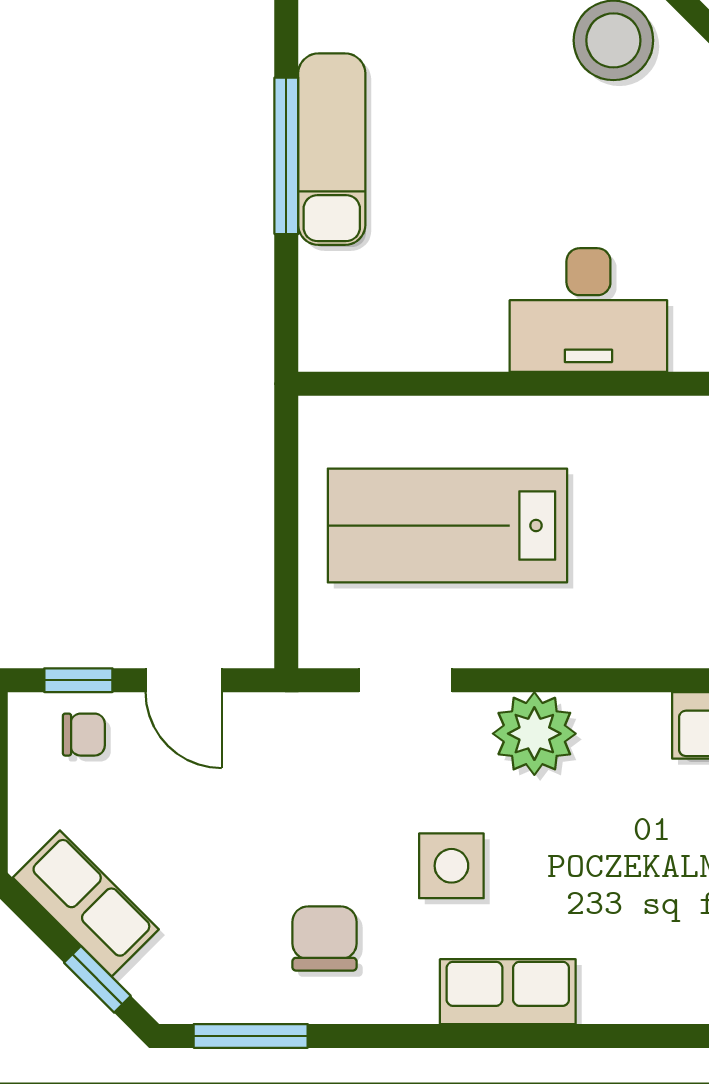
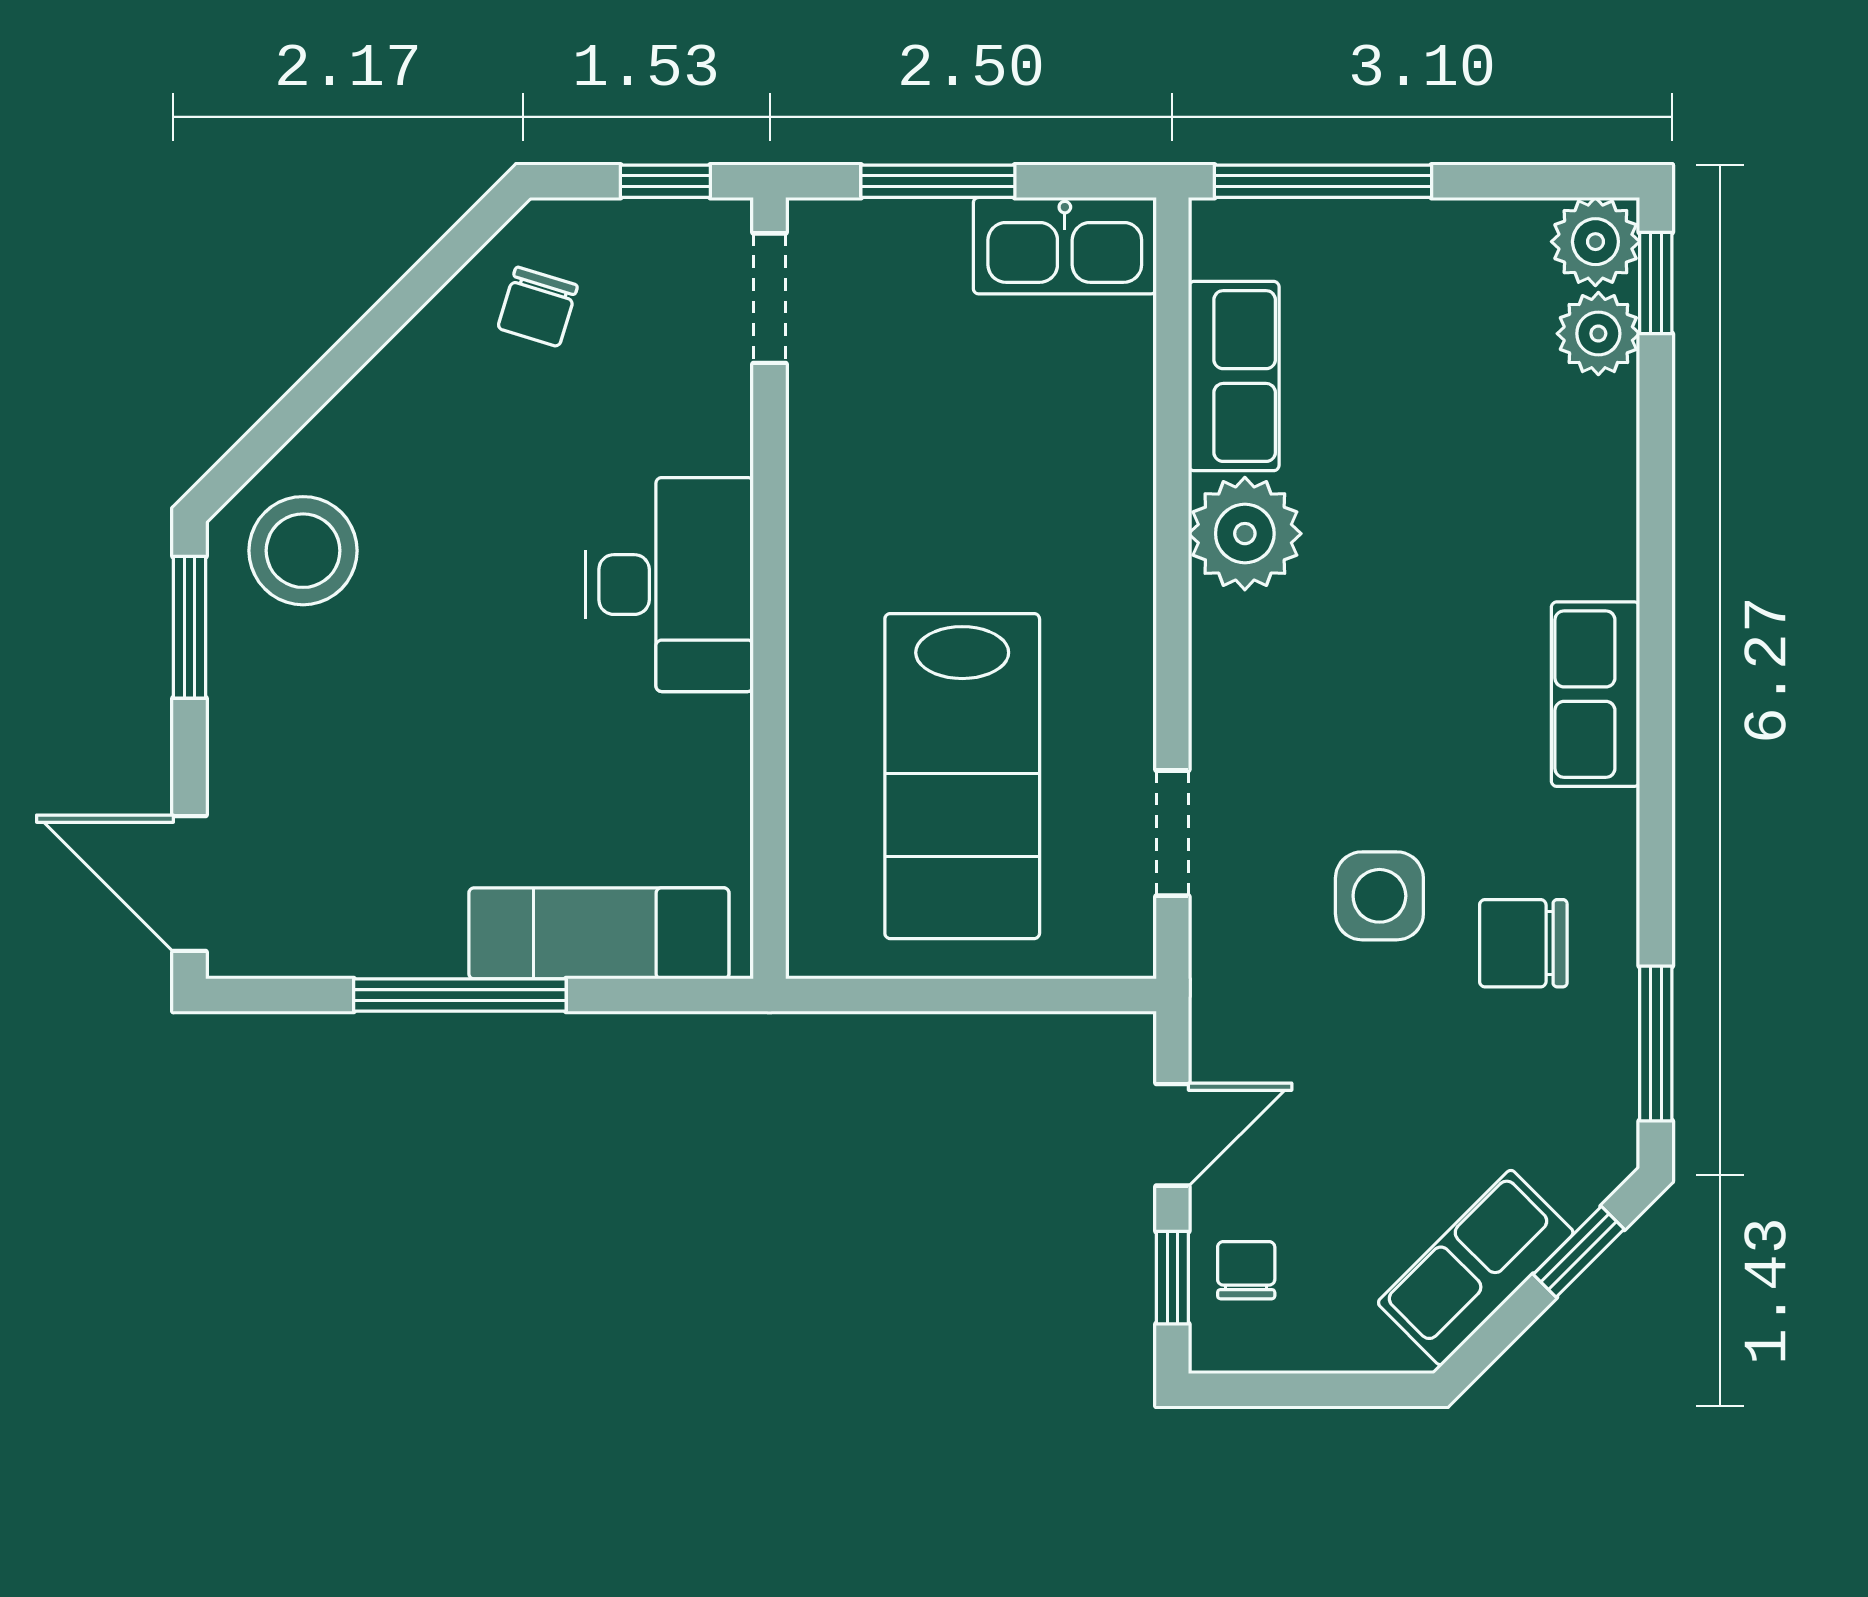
exam couch: (332, 149) -> (599, 933), moved
plant: (534, 734) -> (1245, 534), moved
side table: (451, 866) -> (1379, 896), moved

